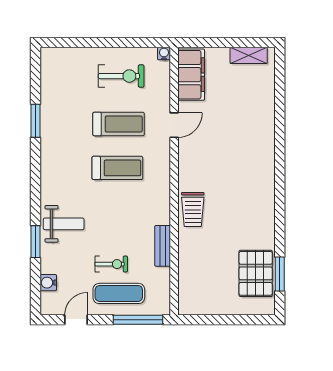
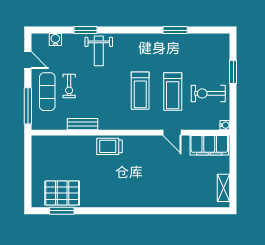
window: (92, 42) -> (233, 72), added
exercise bike: (121, 76) -> (208, 93), turned 90

